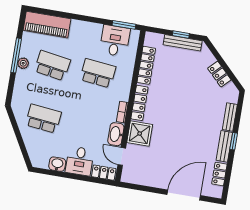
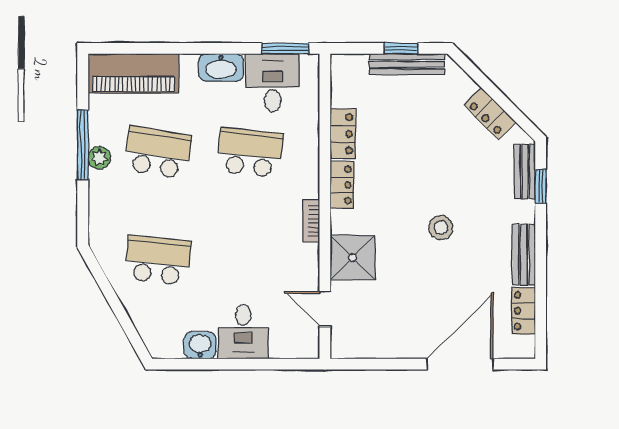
locker: (146, 65) -> (343, 134), width x0.66
locker: (139, 103) -> (342, 185), width x0.66
bench: (230, 117) -> (525, 172), moved
stool: (186, 126) -> (441, 227), added
washbasin: (116, 134) -> (221, 67), moved, turned -90
window: (234, 141) -> (541, 187), moved
locker: (104, 173) -> (295, 347), removed

